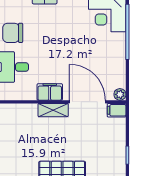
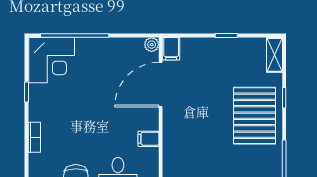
filing cabinet: (50, 92) -> (149, 139), width x0.50
shelving: (53, 110) -> (171, 127), removed

